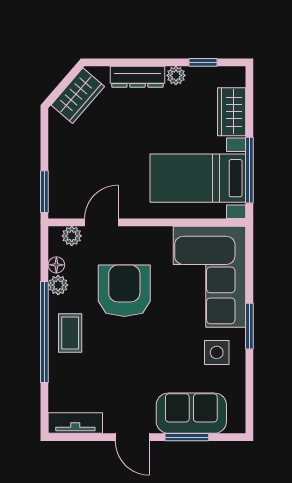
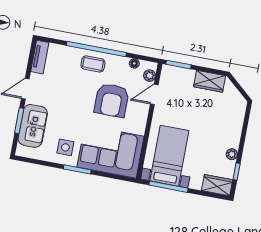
dresser: (137, 77) -> (235, 132), removed
wardrobe: (78, 96) -> (210, 81), moved, turned -41
wardrobe: (232, 112) -> (217, 185), moved
door: (101, 222) -> (154, 94), swing flipped
plant: (58, 285) -> (122, 62), removed
armchair: (124, 291) -> (112, 100), turned 90

